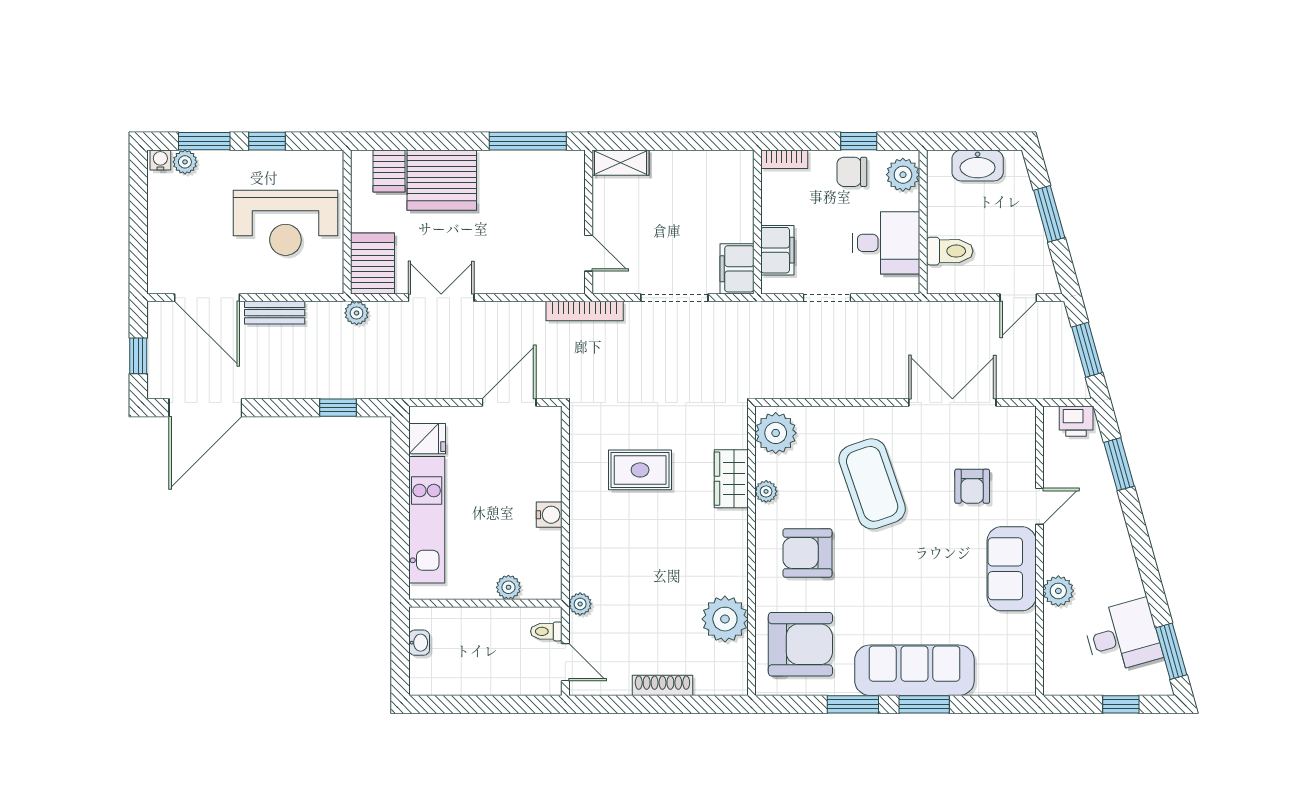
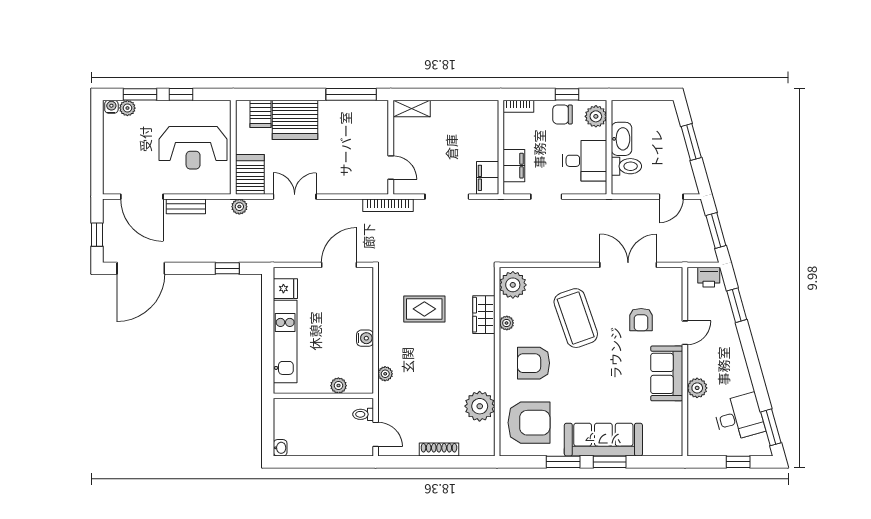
washbasin: (978, 165) -> (621, 139), moved, turned -90
plant: (580, 604) -> (385, 374), moved
washbasin: (419, 643) -> (280, 448), moved

